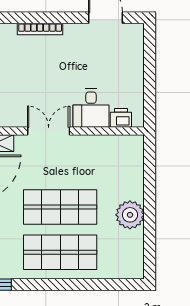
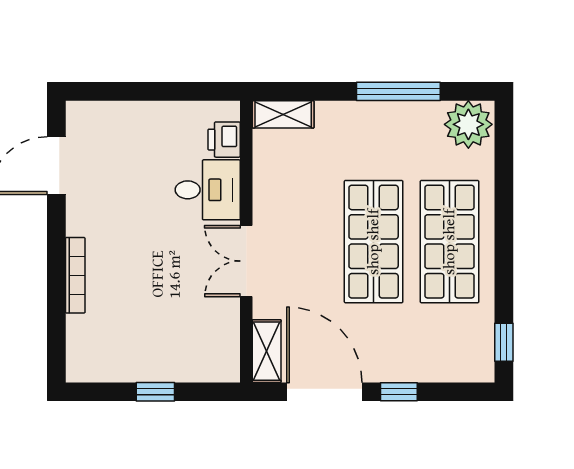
shelving: (136, 153) -> (283, 114), added
plant: (130, 215) -> (468, 124), moved
window: (150, 222) -> (398, 91), added

